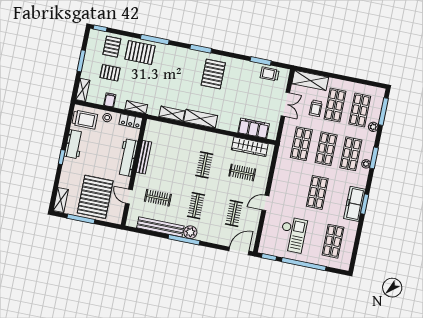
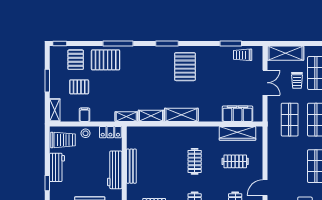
shelving: (136, 107) -> (126, 117), moved

